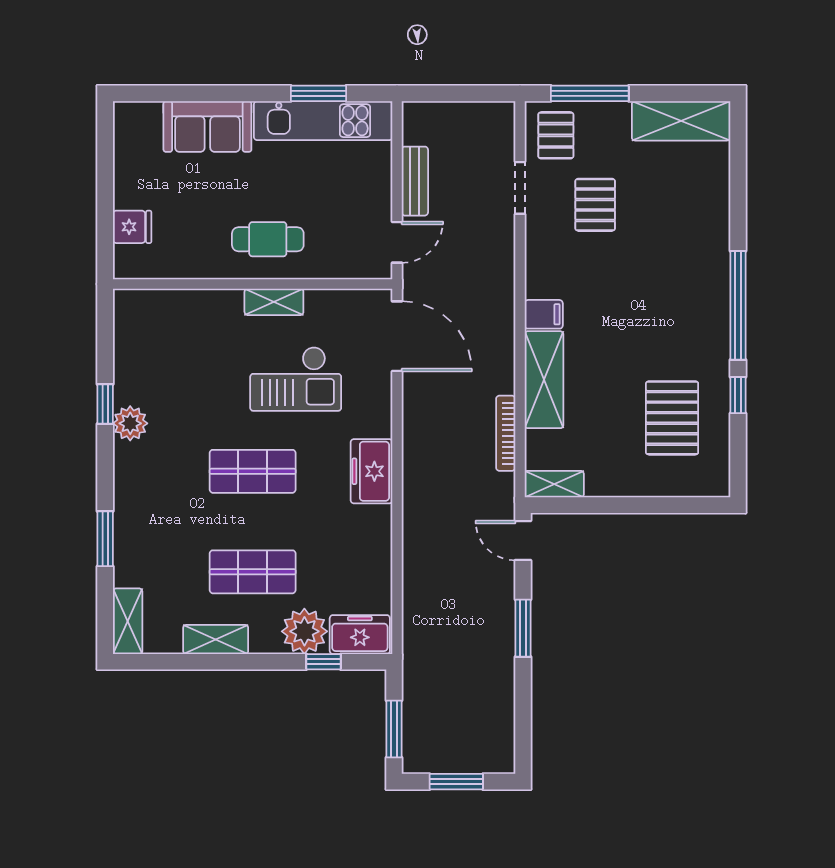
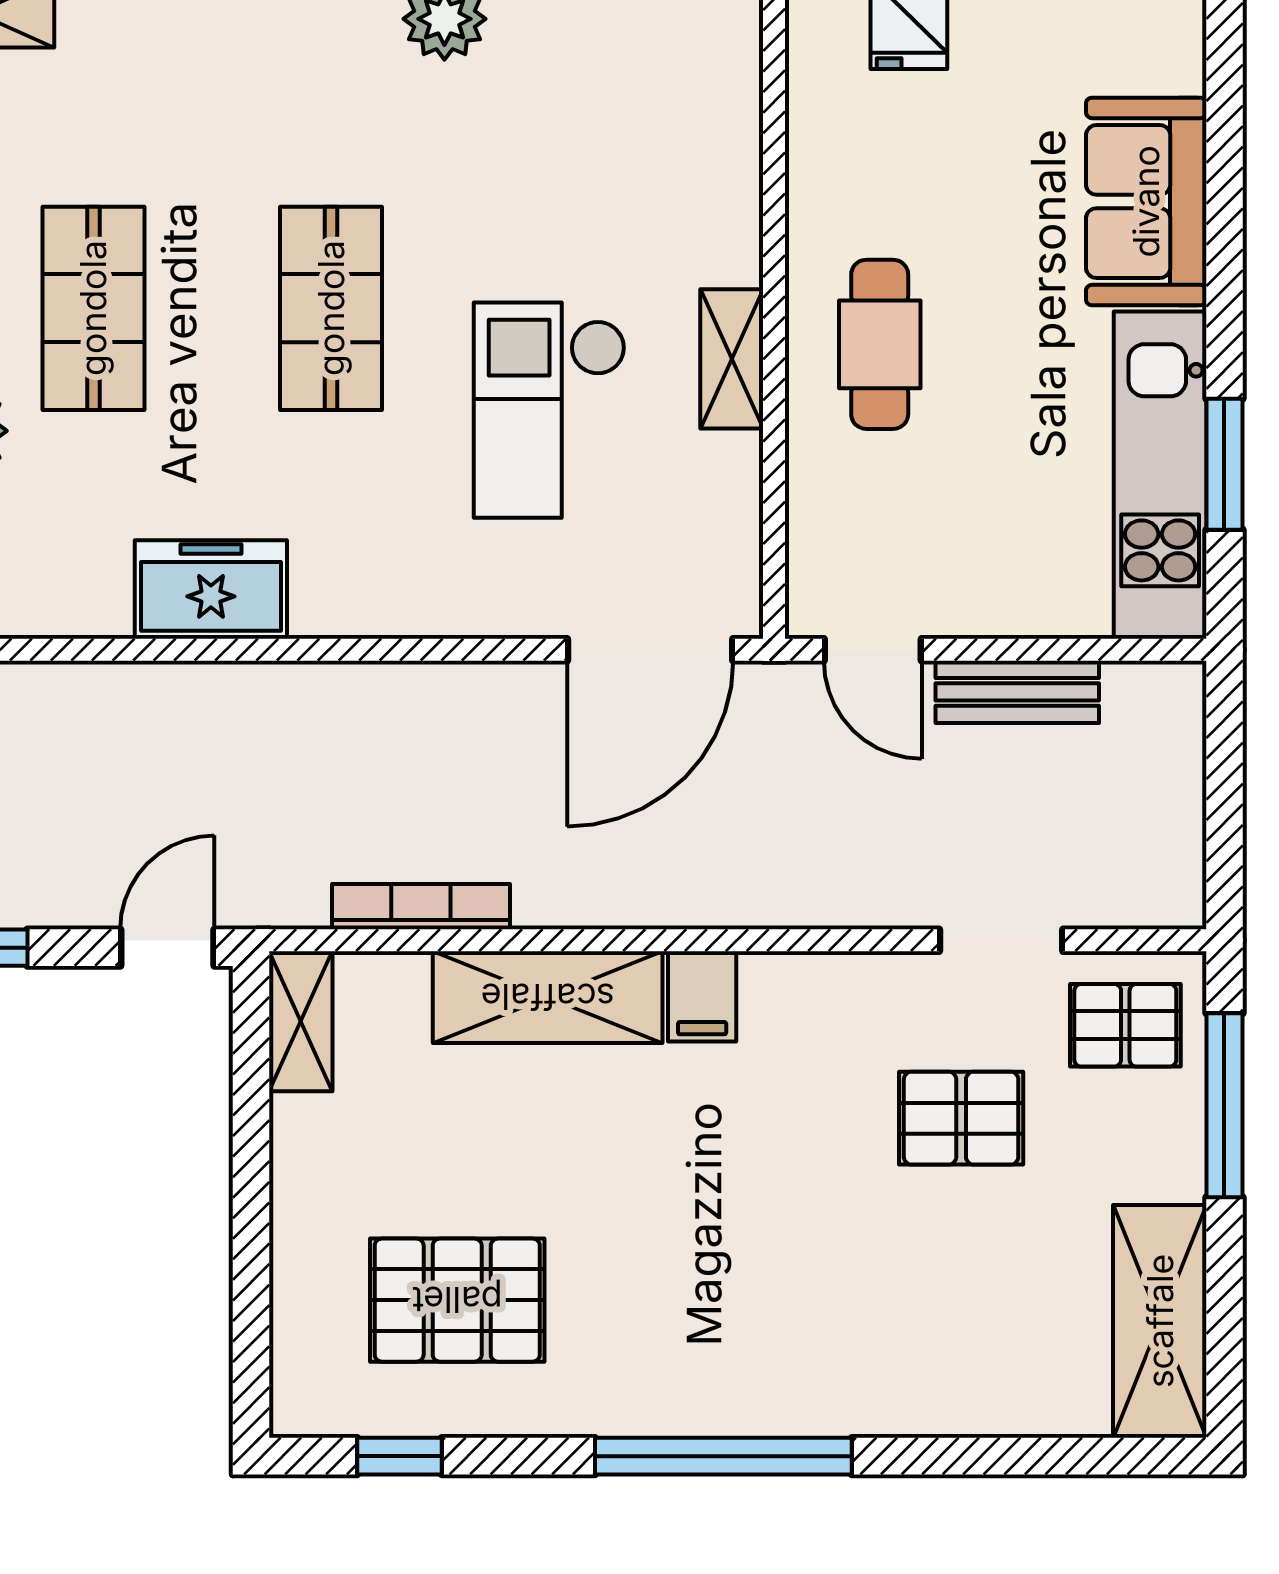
window: (738, 395) -> (399, 1456), moved
freezer: (372, 471) -> (211, 589), moved

